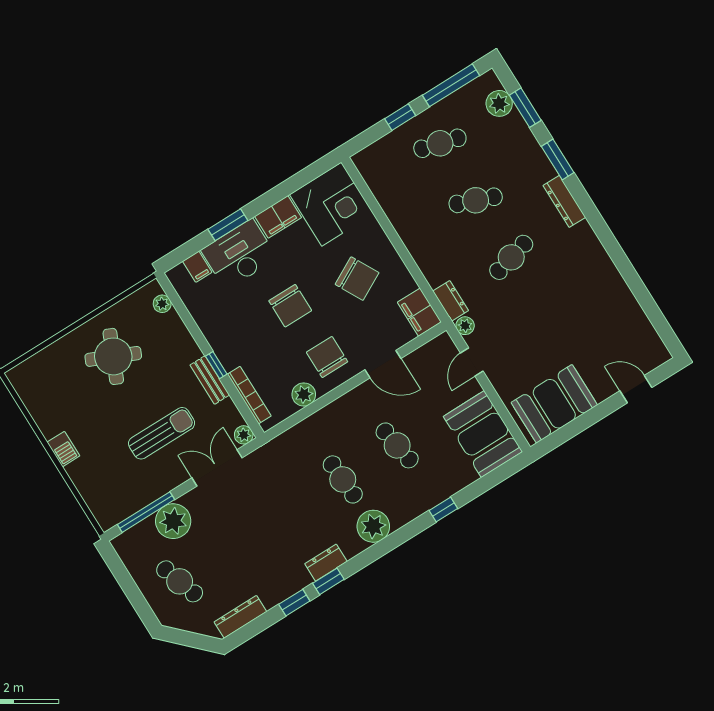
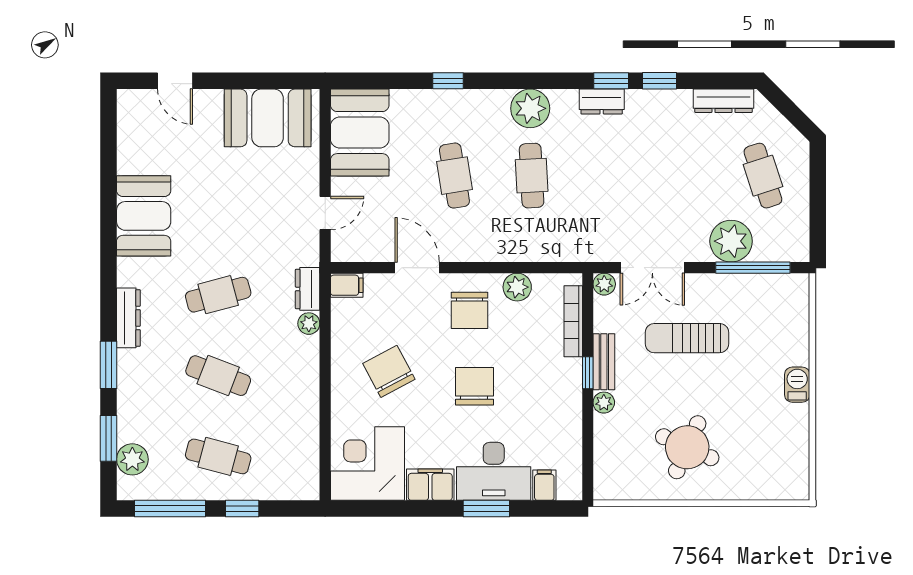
booth: (598, 280) -> (144, 216), added
plant: (162, 304) -> (604, 403), moved
filing cabinet: (419, 312) -> (347, 285), width x0.50
plant: (465, 326) -> (309, 324), moved

